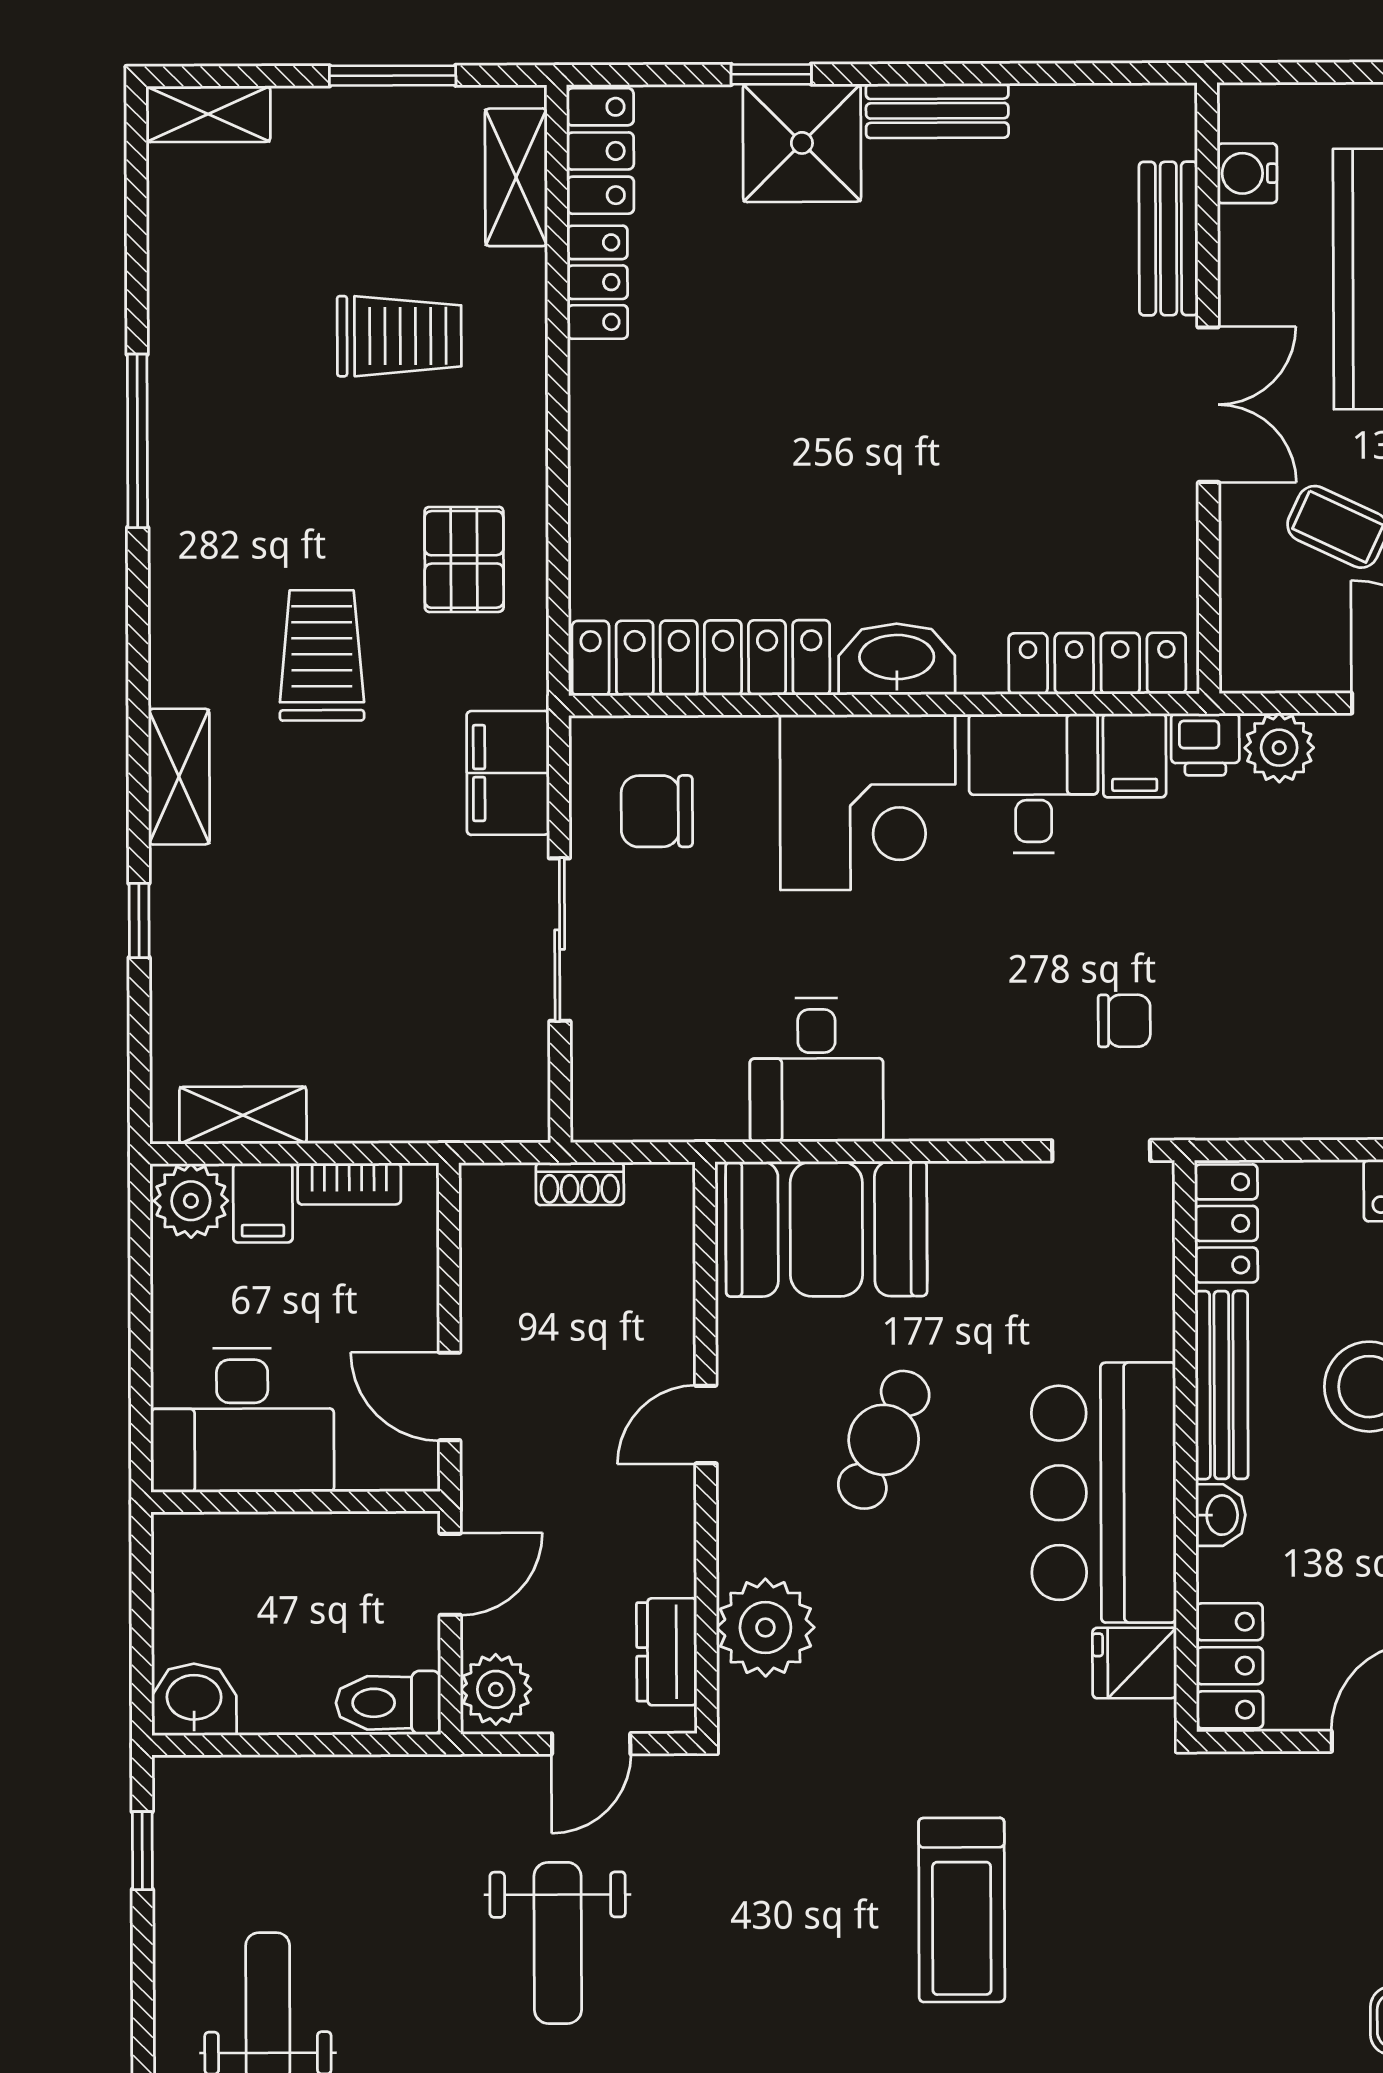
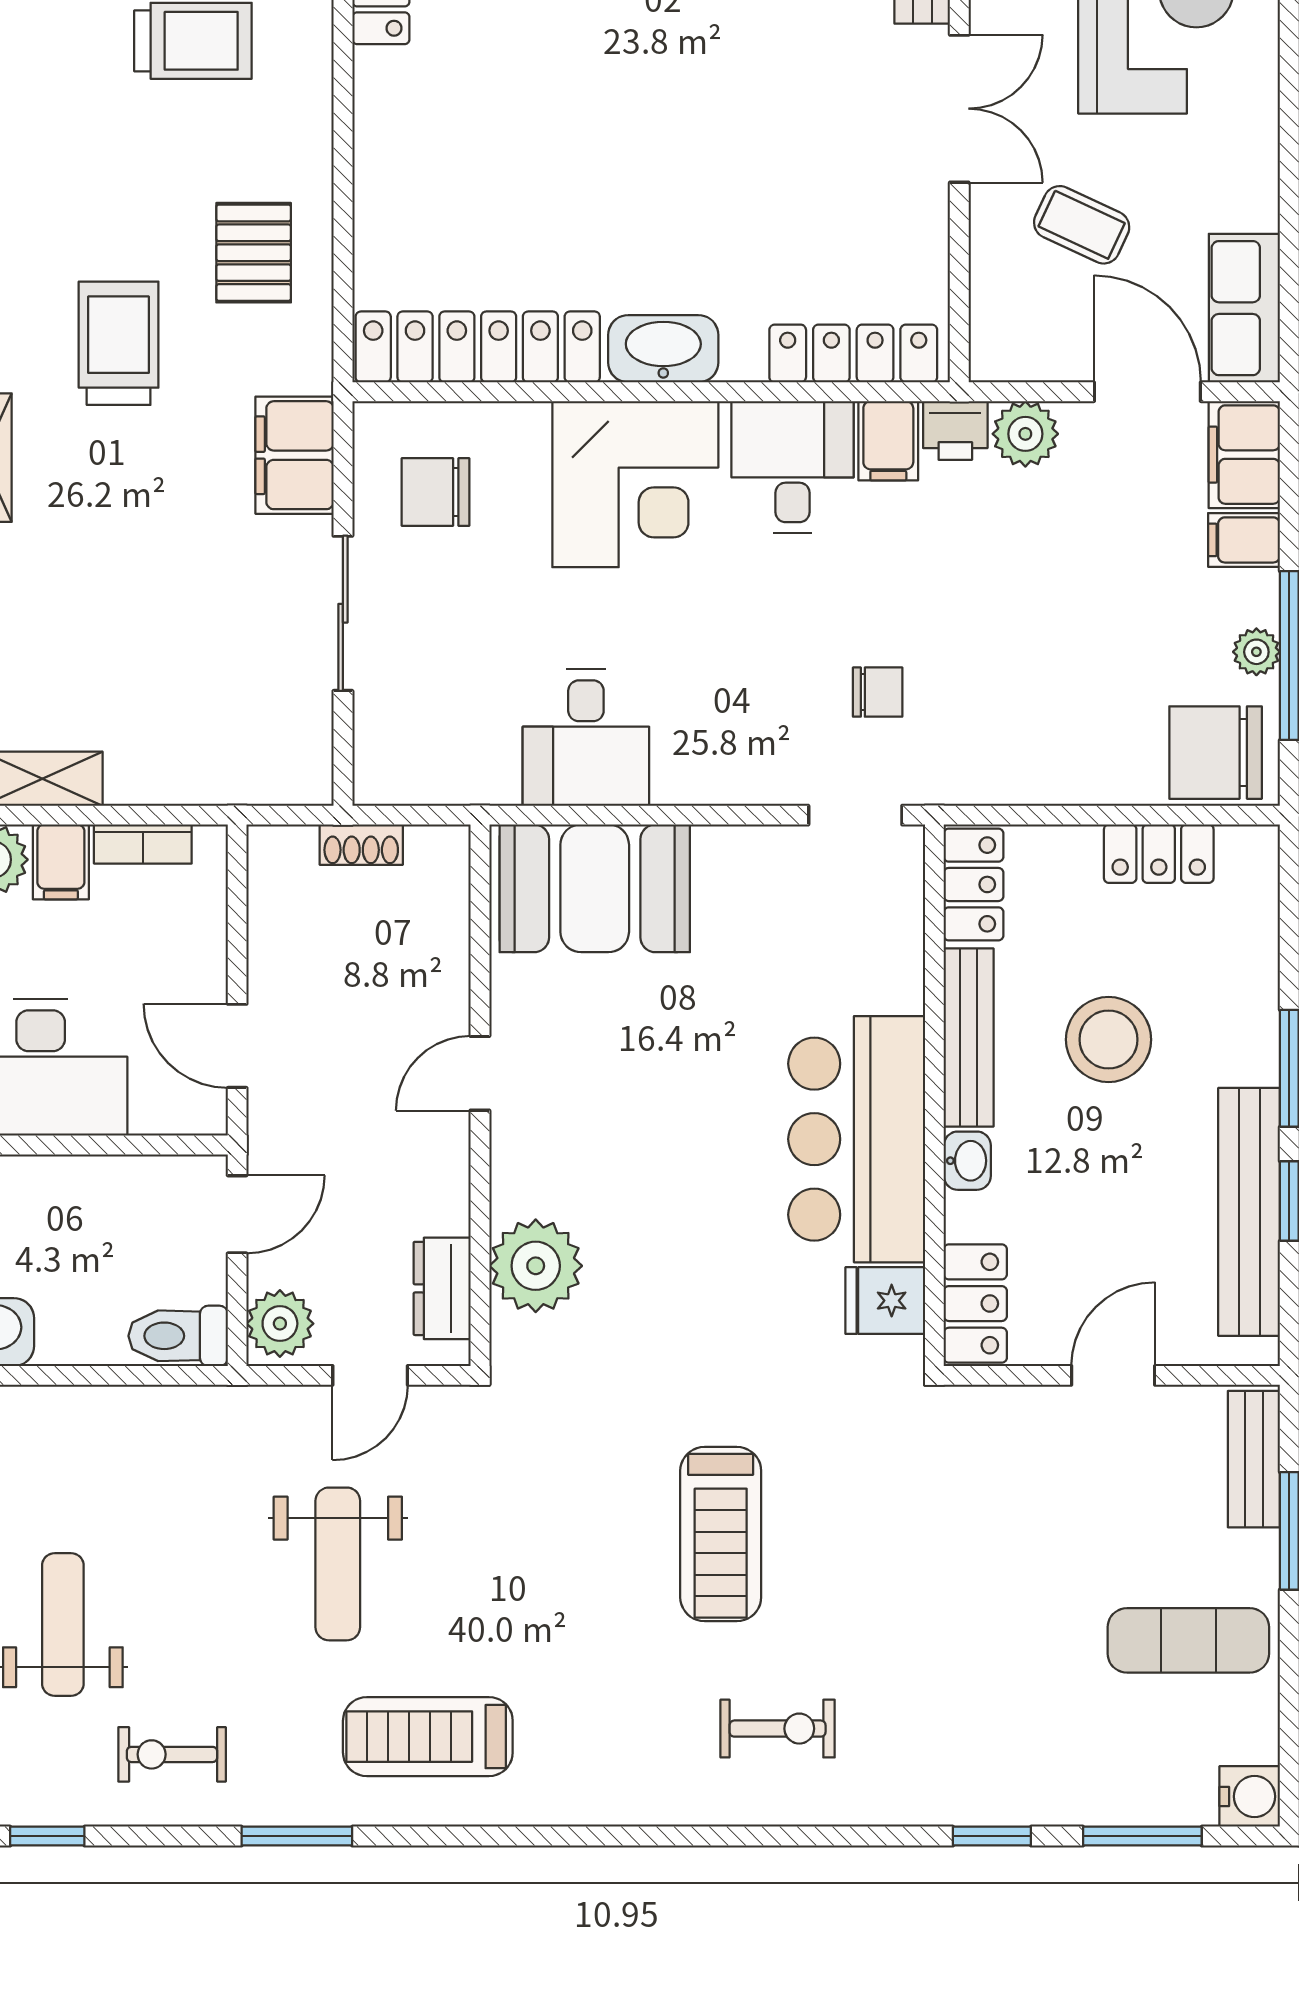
cafe table: (884, 1440) -> (648, 1088), removed

